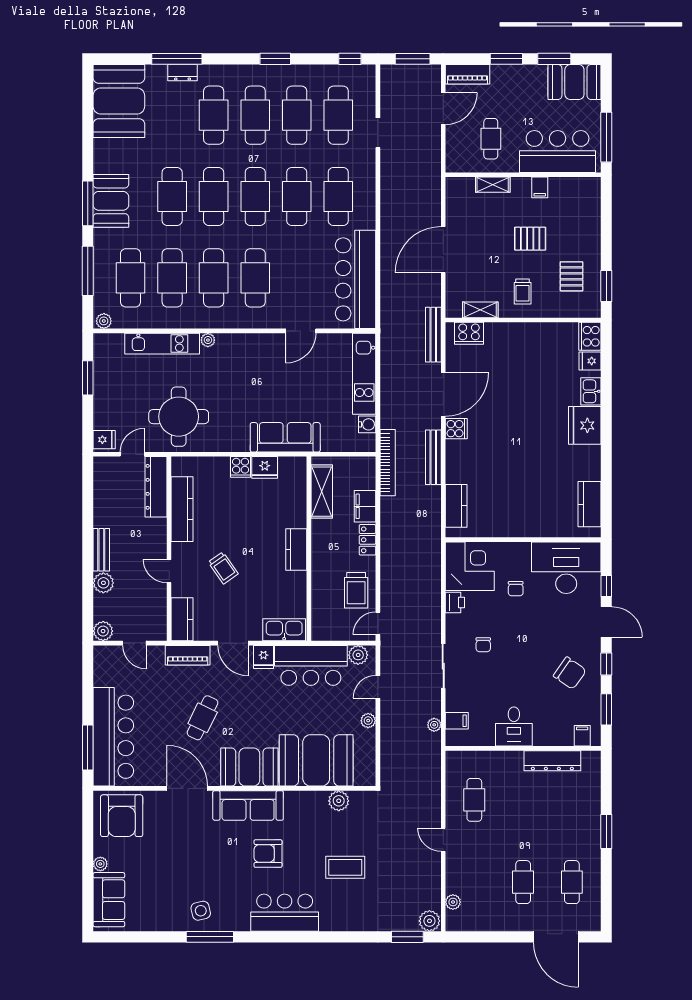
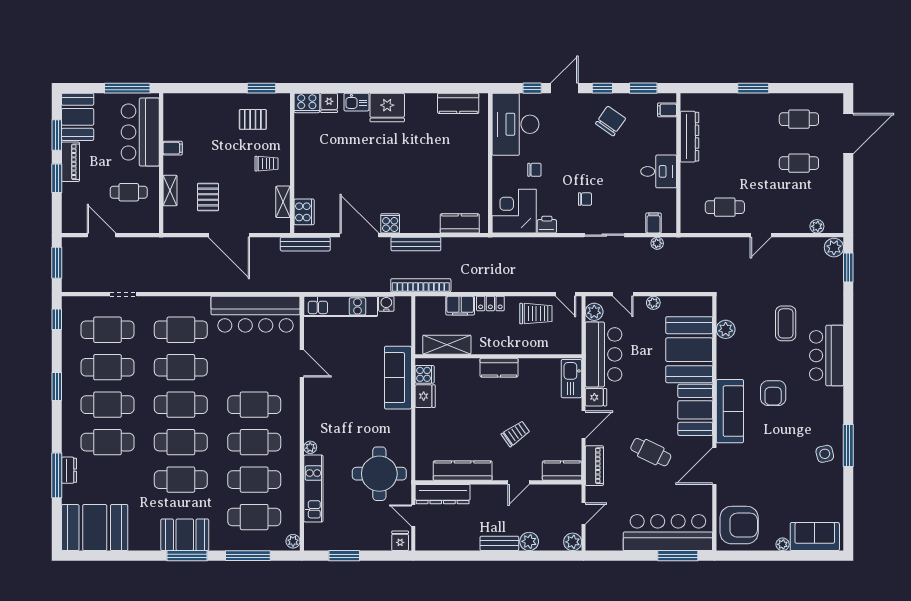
piano: (467, 74) -> (71, 162), moved
pallet: (530, 239) -> (208, 197), moved
cooker: (241, 467) -> (425, 374), moved
bar counter: (285, 913) -> (827, 355), moved

